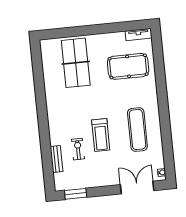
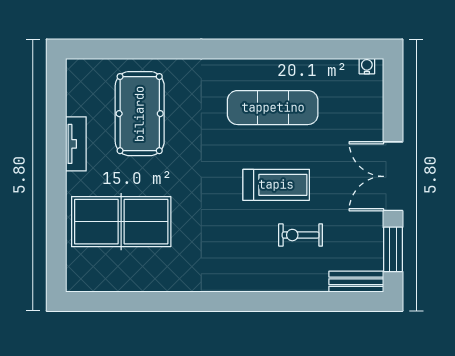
tv unit: (138, 35) -> (76, 144), moved
bench: (56, 159) -> (356, 282), moved
double door: (137, 188) -> (393, 176), moved

